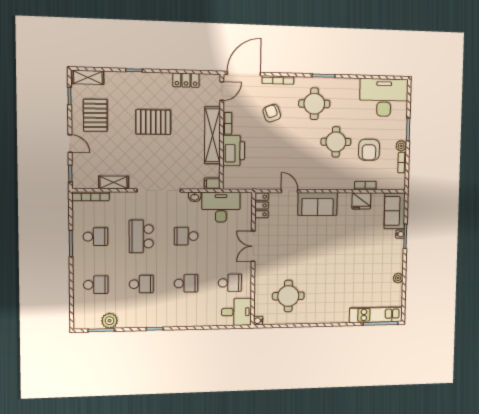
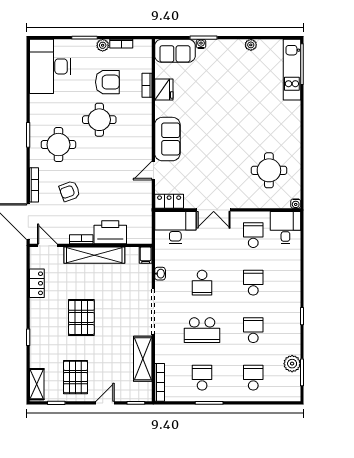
pallet: (95, 115) -> (76, 377), turned 90
shelving: (114, 182) -> (143, 359), width x1.50, depth x1.33
desk: (221, 207) -> (175, 228), moved, turned 90

